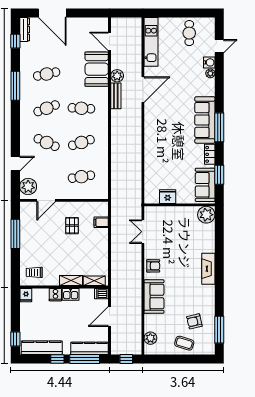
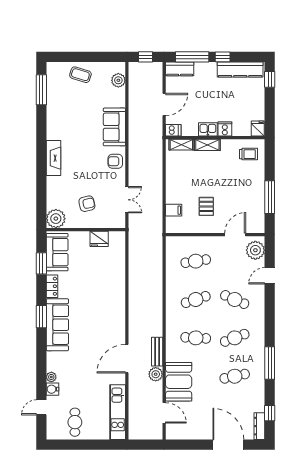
window: (219, 127) -> (41, 317), width x0.69
armchair: (194, 321) -> (87, 204), moved
kitchen counter: (90, 348) -> (180, 69), width x0.67

